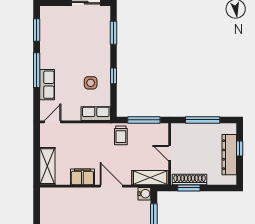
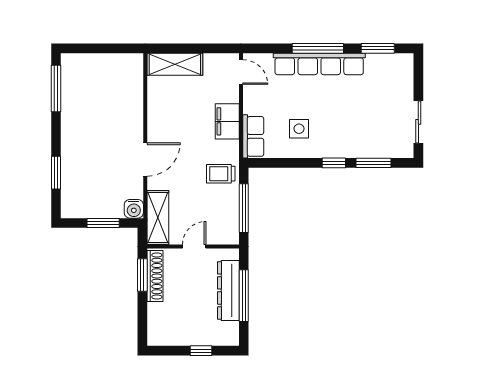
window: (114, 76) -> (334, 163), moved
row of seats: (47, 85) -> (319, 64), width x2.02
dresser: (229, 155) -> (228, 290), moved, turned -90
filing cabinet: (82, 177) -> (227, 121), moved, turned 180

